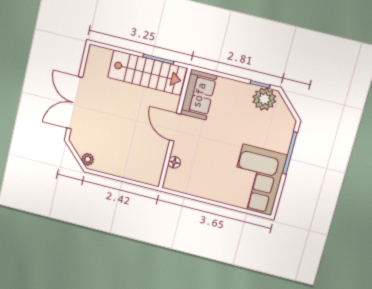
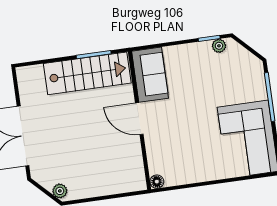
plant: (264, 99) -> (219, 46), width x0.53, depth x0.53
floor lamp: (174, 162) -> (157, 182), moved

